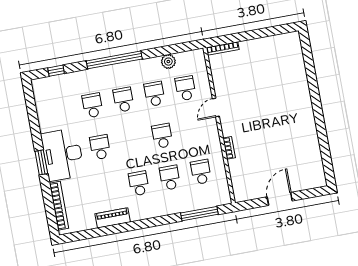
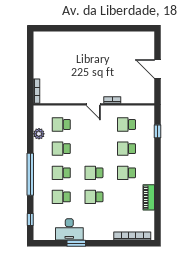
door: (216, 107) -> (93, 104), moved
school desk: (162, 136) -> (94, 173), moved
desk: (63, 155) -> (69, 229), moved, width x0.73, depth x0.77
window: (41, 162) -> (76, 243), moved
window: (199, 214) -> (158, 131), width x0.46

